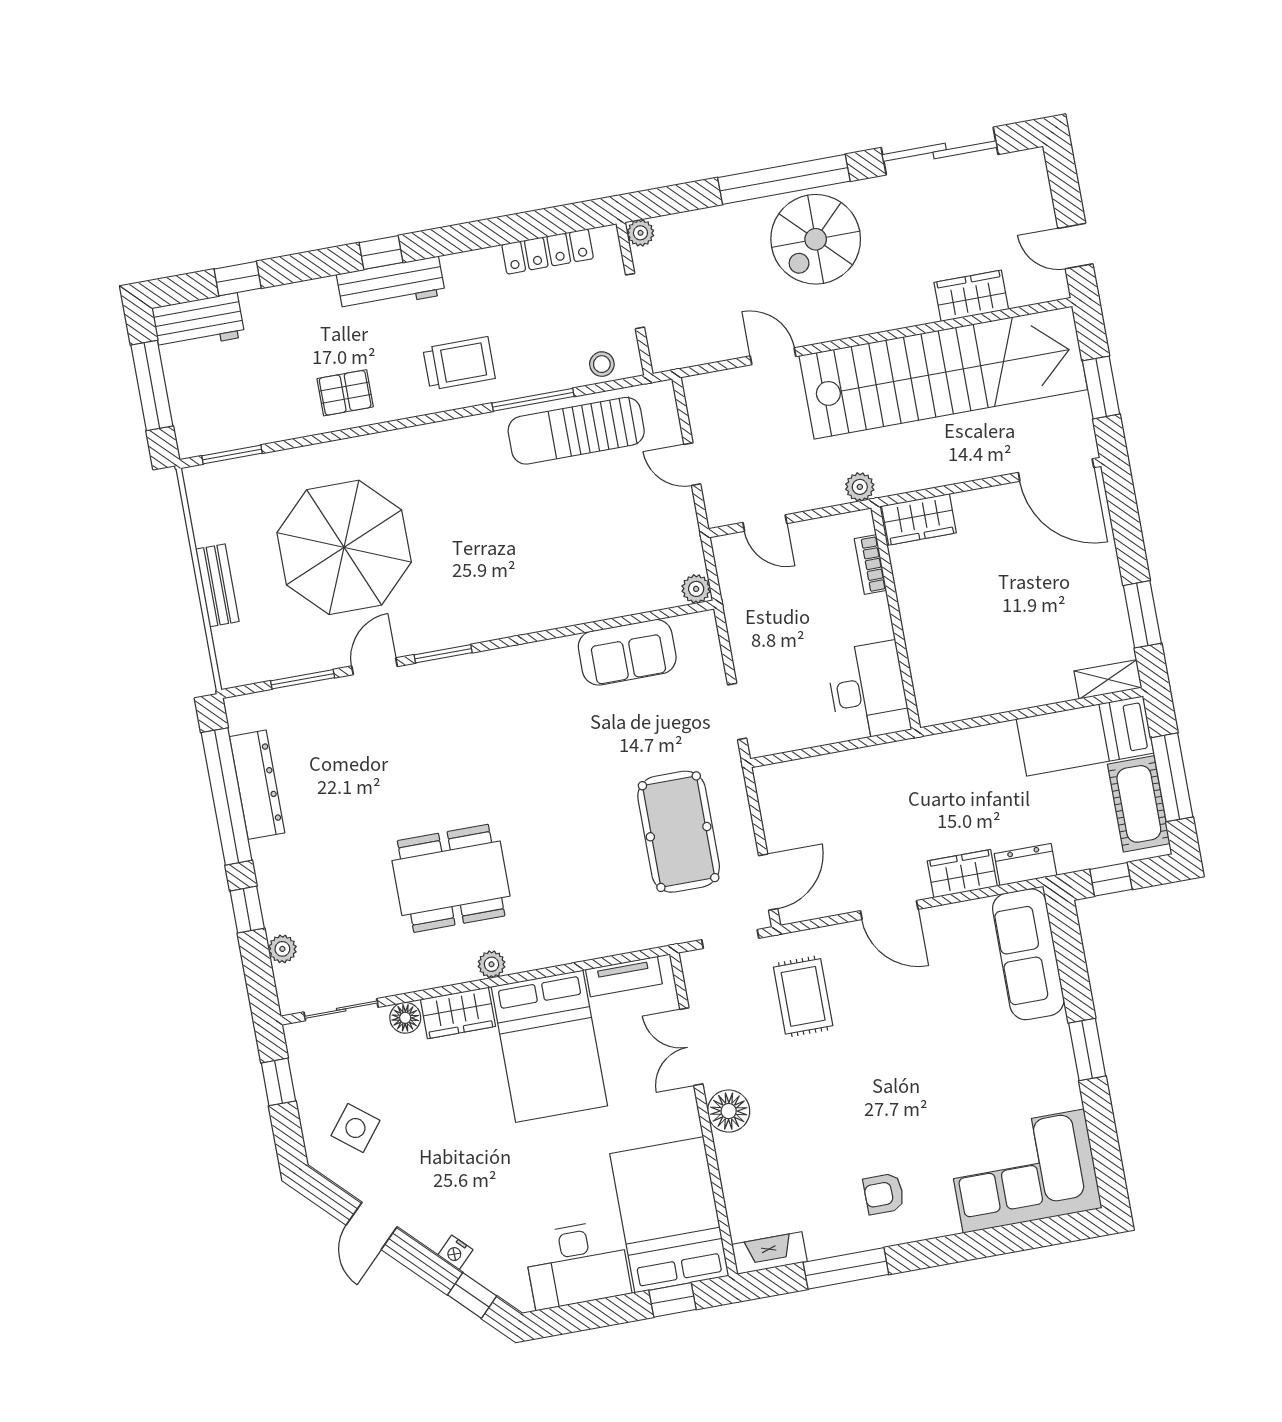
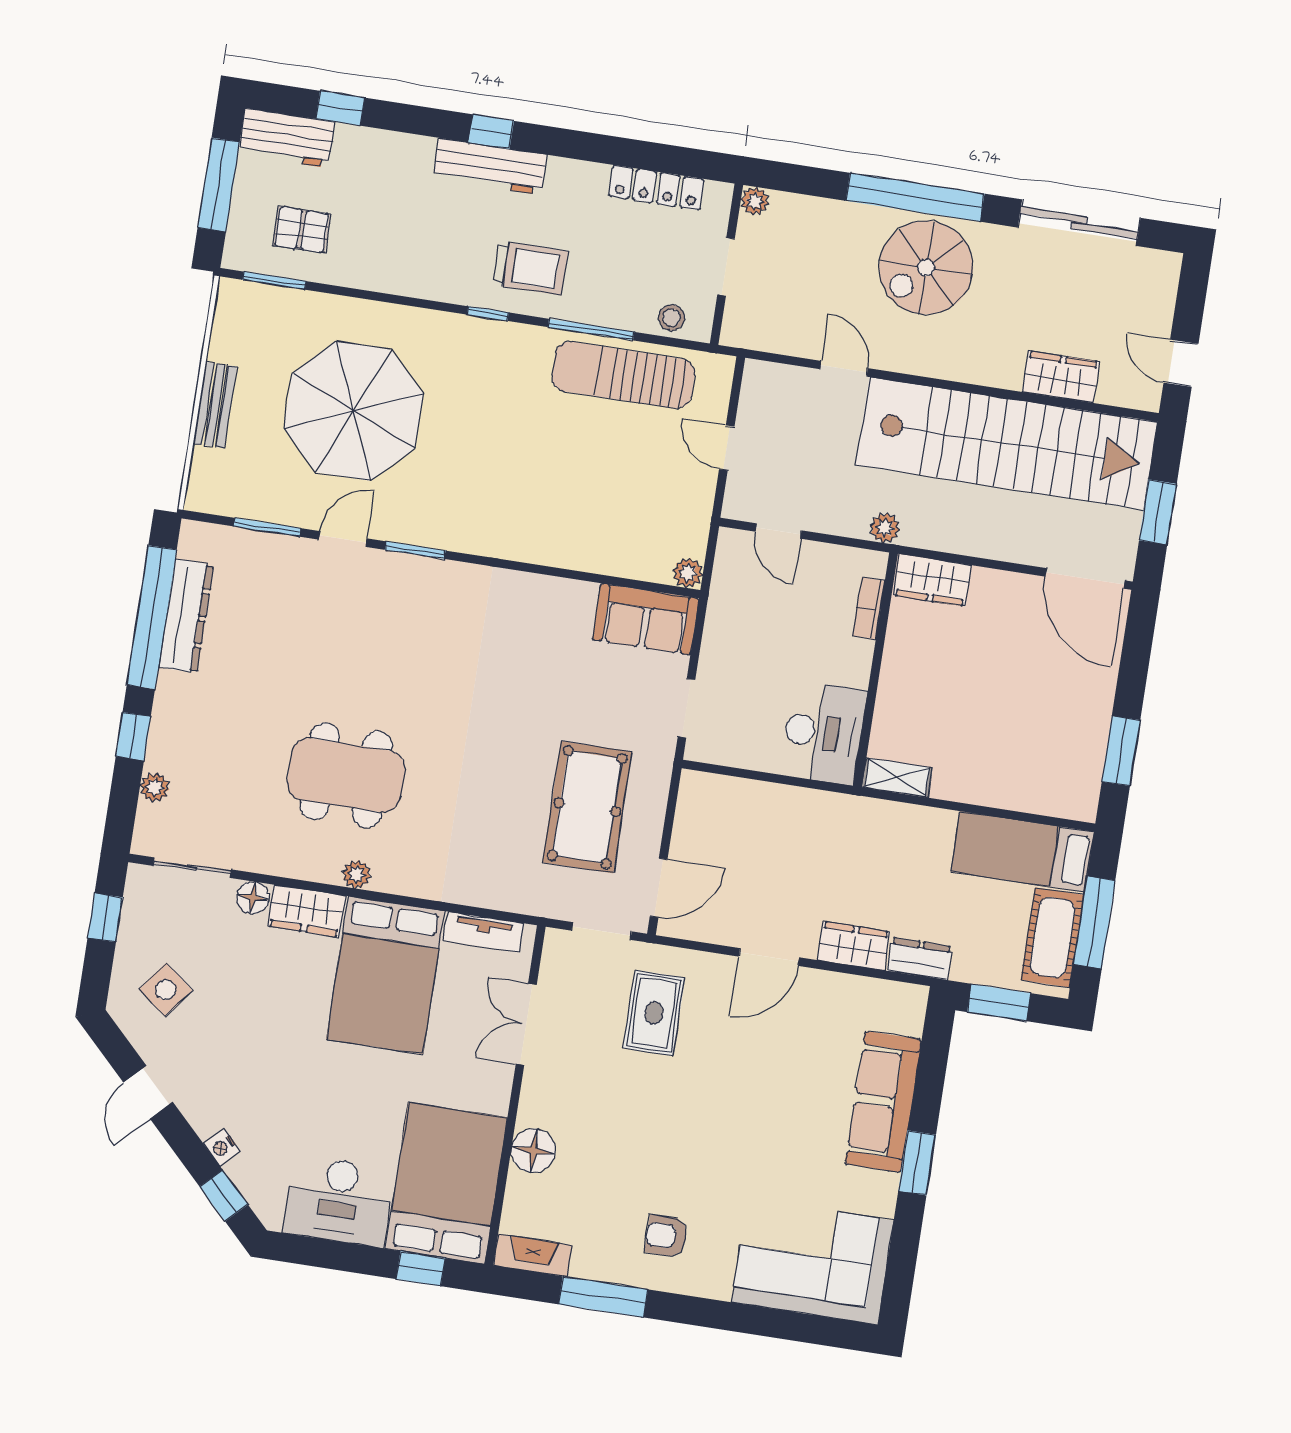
pallet: (345, 393) -> (302, 230), moved
window: (435, 418) -> (488, 314), added
sofa: (627, 652) -> (646, 619), moved
shelving: (1108, 679) -> (897, 778), moved
window: (1111, 879) -> (999, 1003), width x1.50
door: (889, 910) -> (769, 957), hinge flipped
sofa: (1028, 954) -> (883, 1102), moved
floor lamp: (729, 1111) -> (533, 1151), moved

